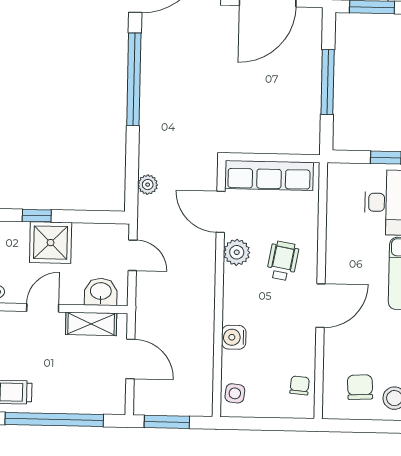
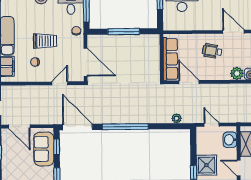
door: (221, 212) -> (189, 82), swing flipped
plant: (237, 252) -> (237, 73), moved
door: (133, 255) -> (212, 125), hinge flipped

